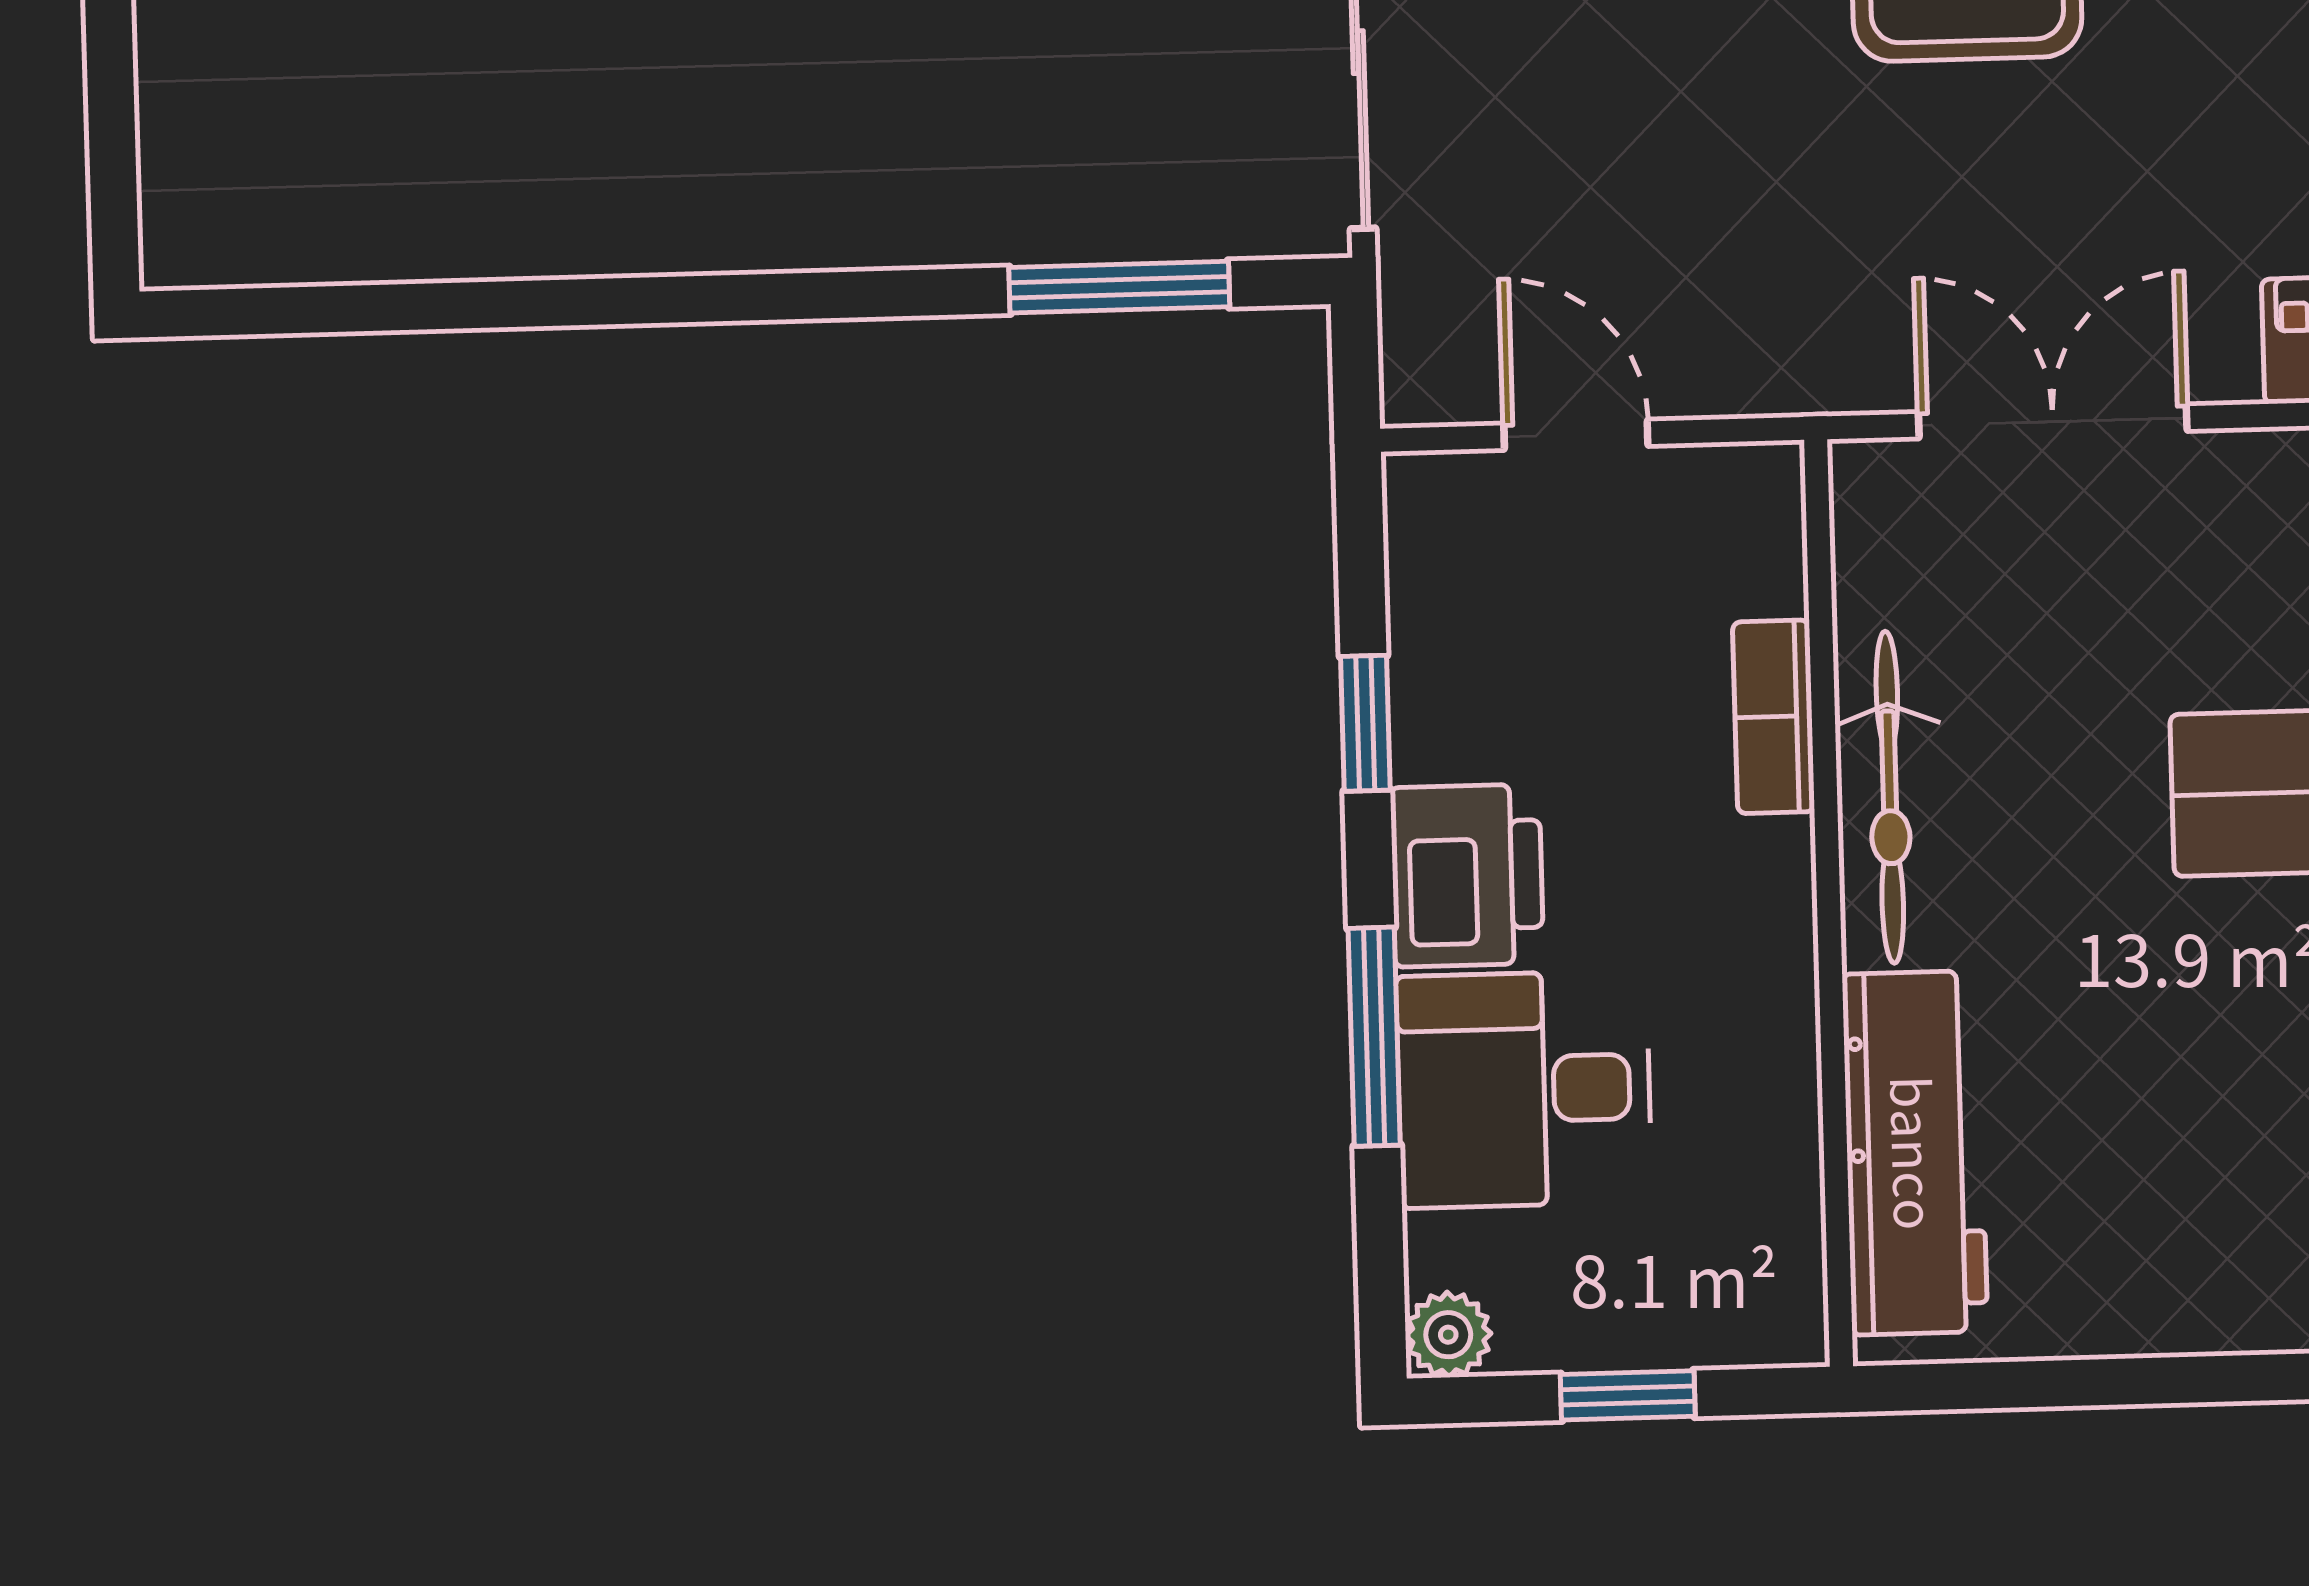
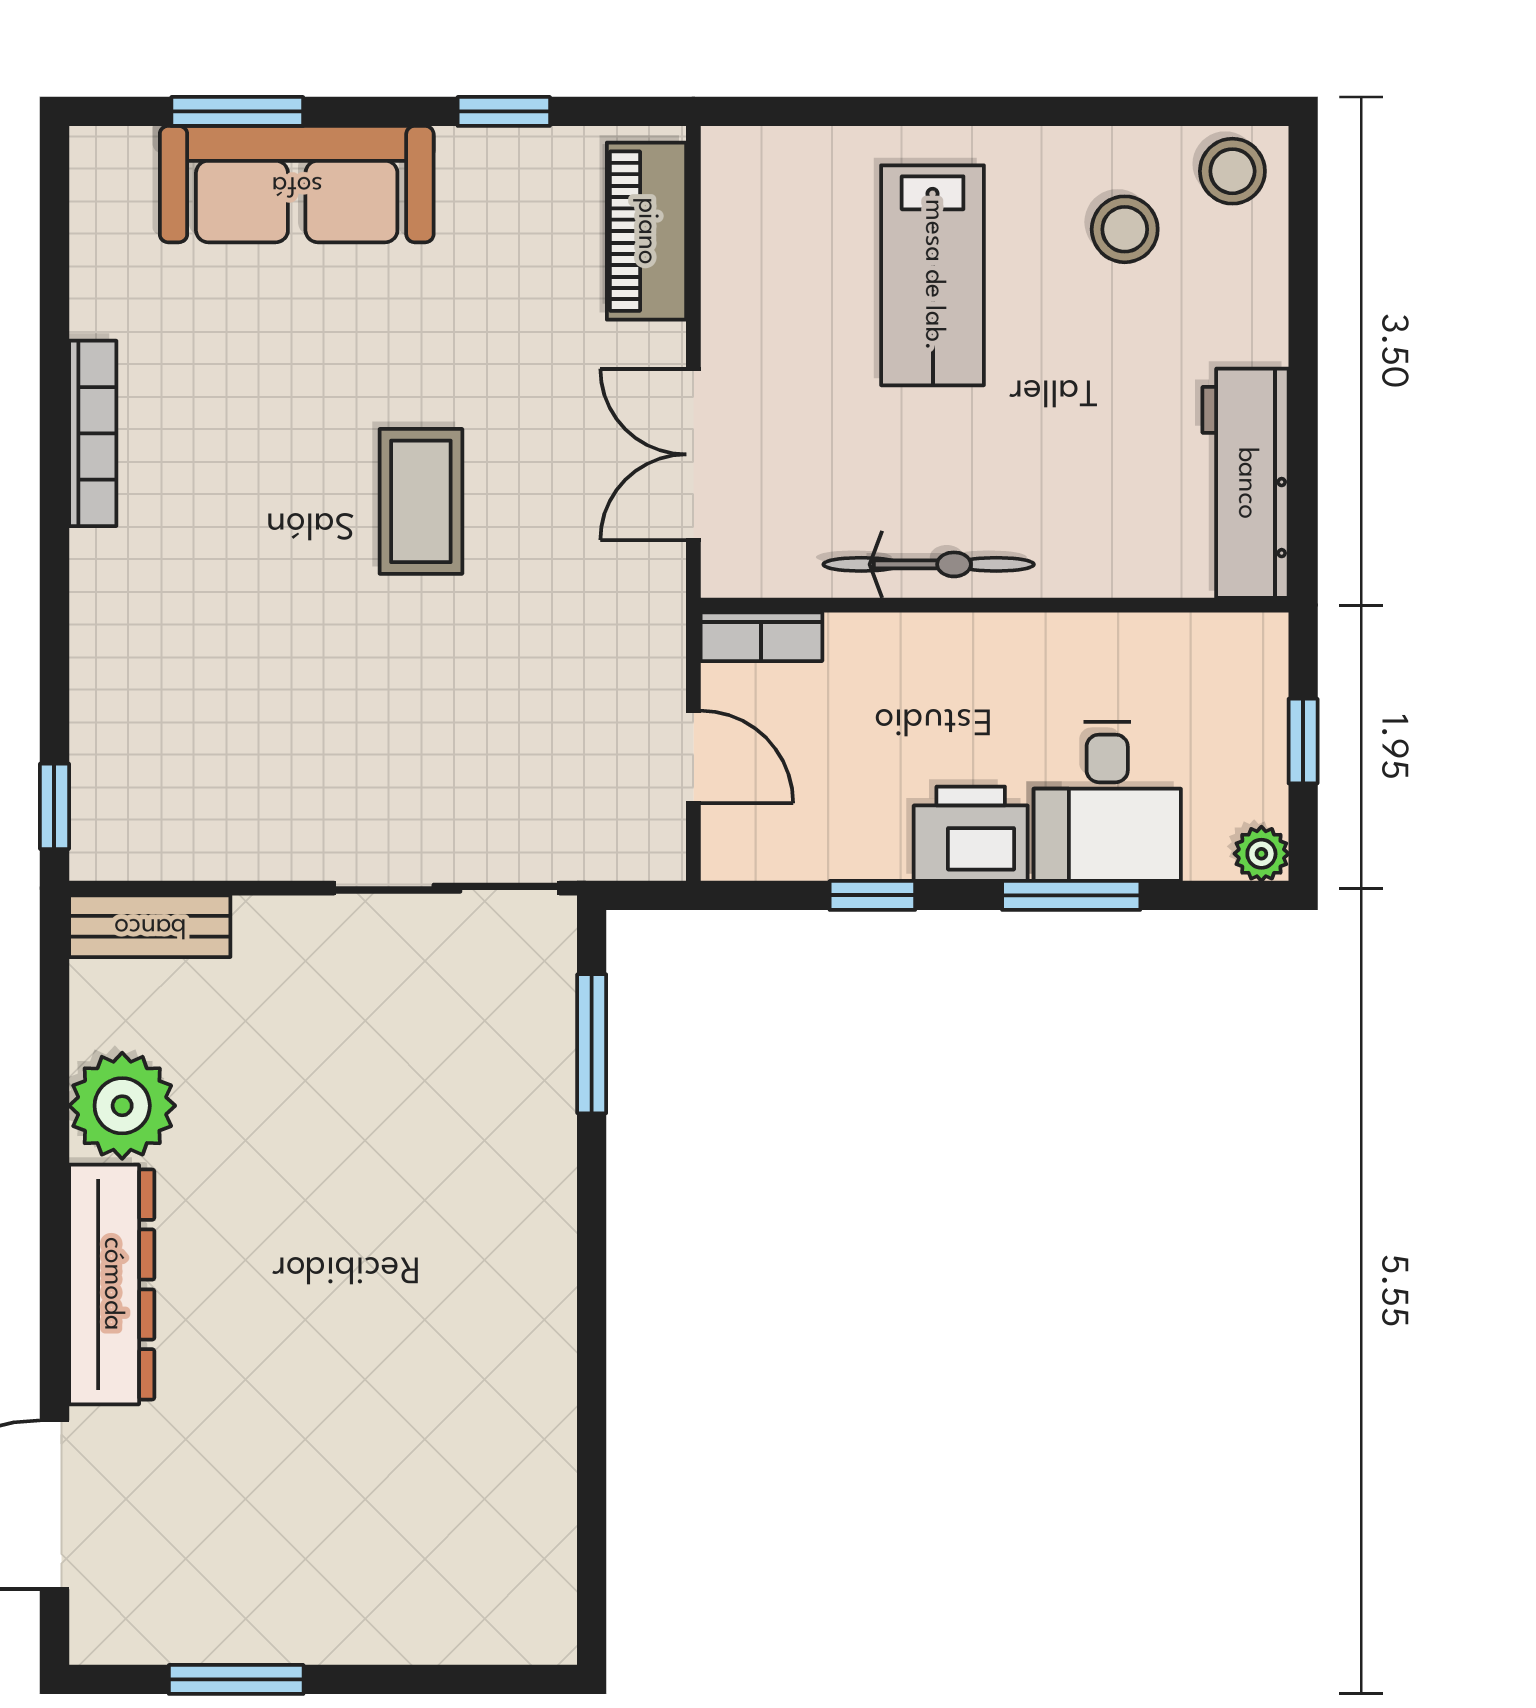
door: (1576, 435) -> (693, 757), swing flipped
bookcase: (1774, 717) -> (761, 637), moved
workbench: (1915, 1153) -> (1246, 483), moved, turned -90

